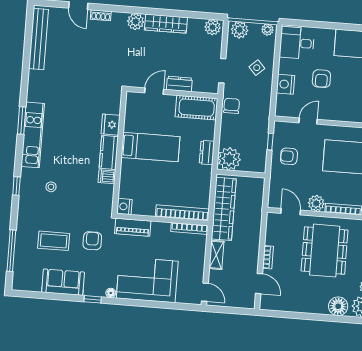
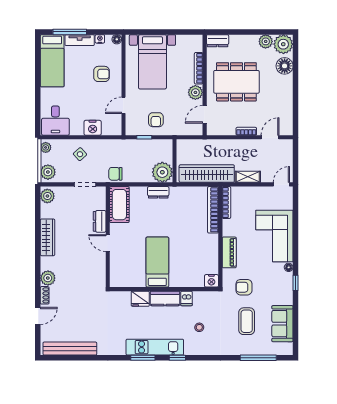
plant: (136, 22) -> (48, 278), moved
armchair: (321, 79) -> (101, 74), moved
door: (308, 121) -> (123, 105), hinge flipped
fridge: (111, 125) -> (140, 299), moved
bed: (150, 147) -> (157, 262), moved
kitchen counter: (109, 152) -> (165, 298), moved
wall: (119, 152) -> (164, 289), moved
dishwasher: (107, 177) -> (186, 298), moved
window: (16, 186) -> (177, 358), moved
nightstand: (124, 206) -> (211, 281), moved
sofa: (63, 282) -> (282, 324), moved

